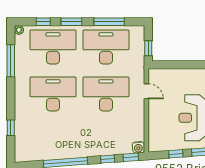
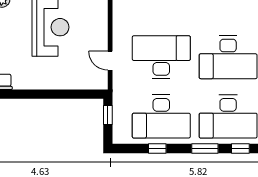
window: (109, 22) -> (157, 148), width x0.46
desk: (106, 94) -> (161, 57), turned 180

